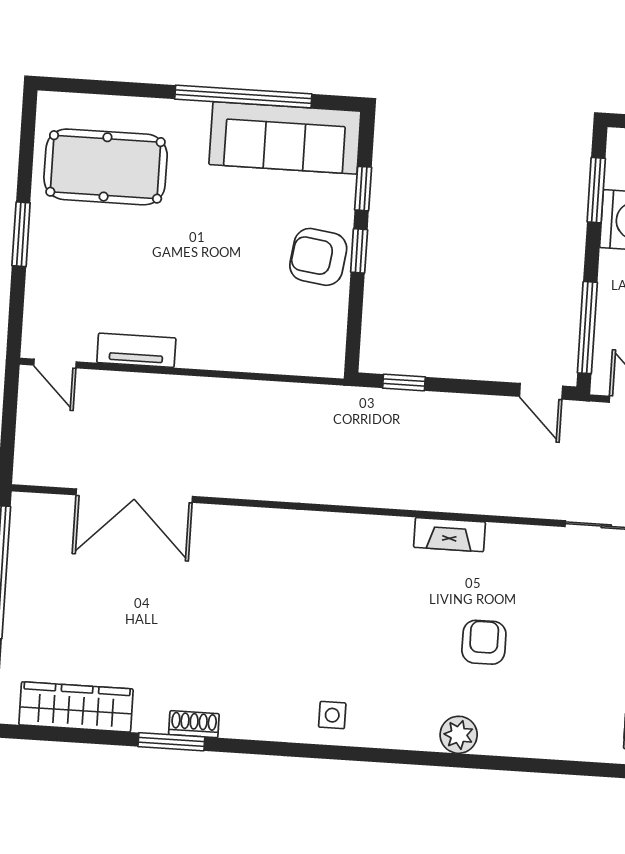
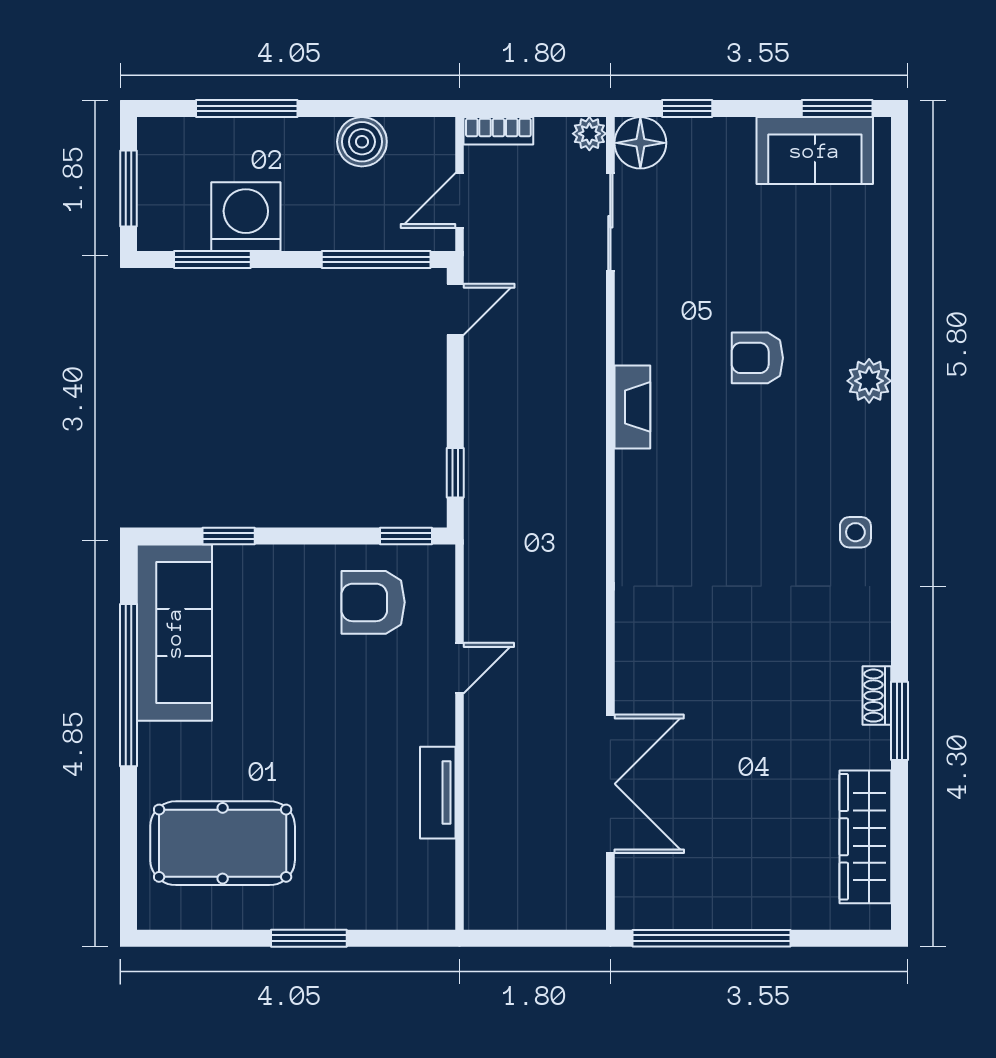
pool table: (106, 167) -> (223, 843), turned 90
window: (359, 251) -> (406, 536), moved
armchair: (318, 257) -> (373, 602), moved, turned 82
door: (55, 363) -> (460, 668), moved

